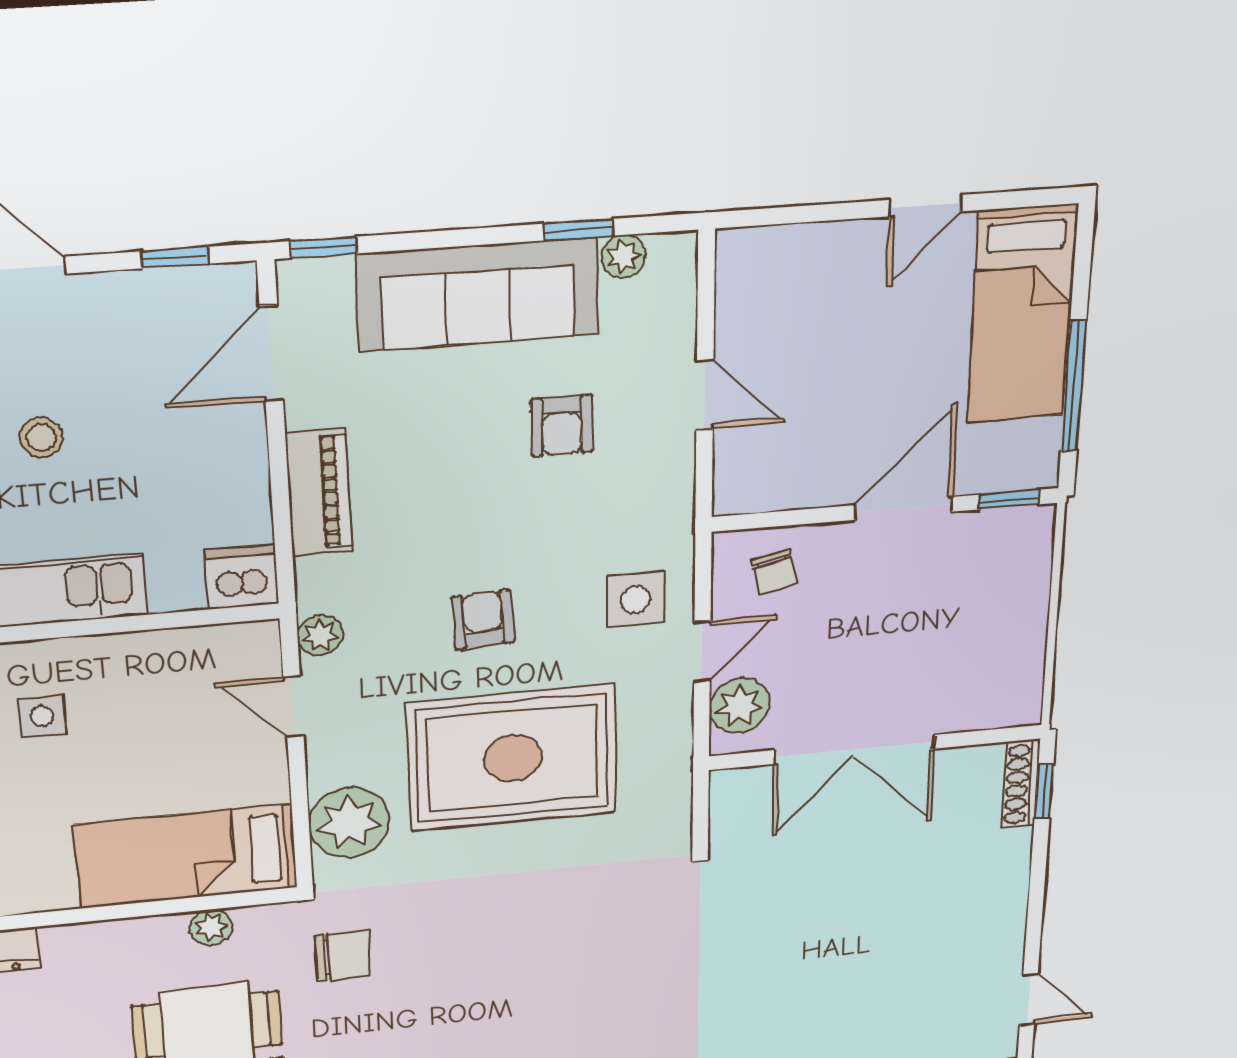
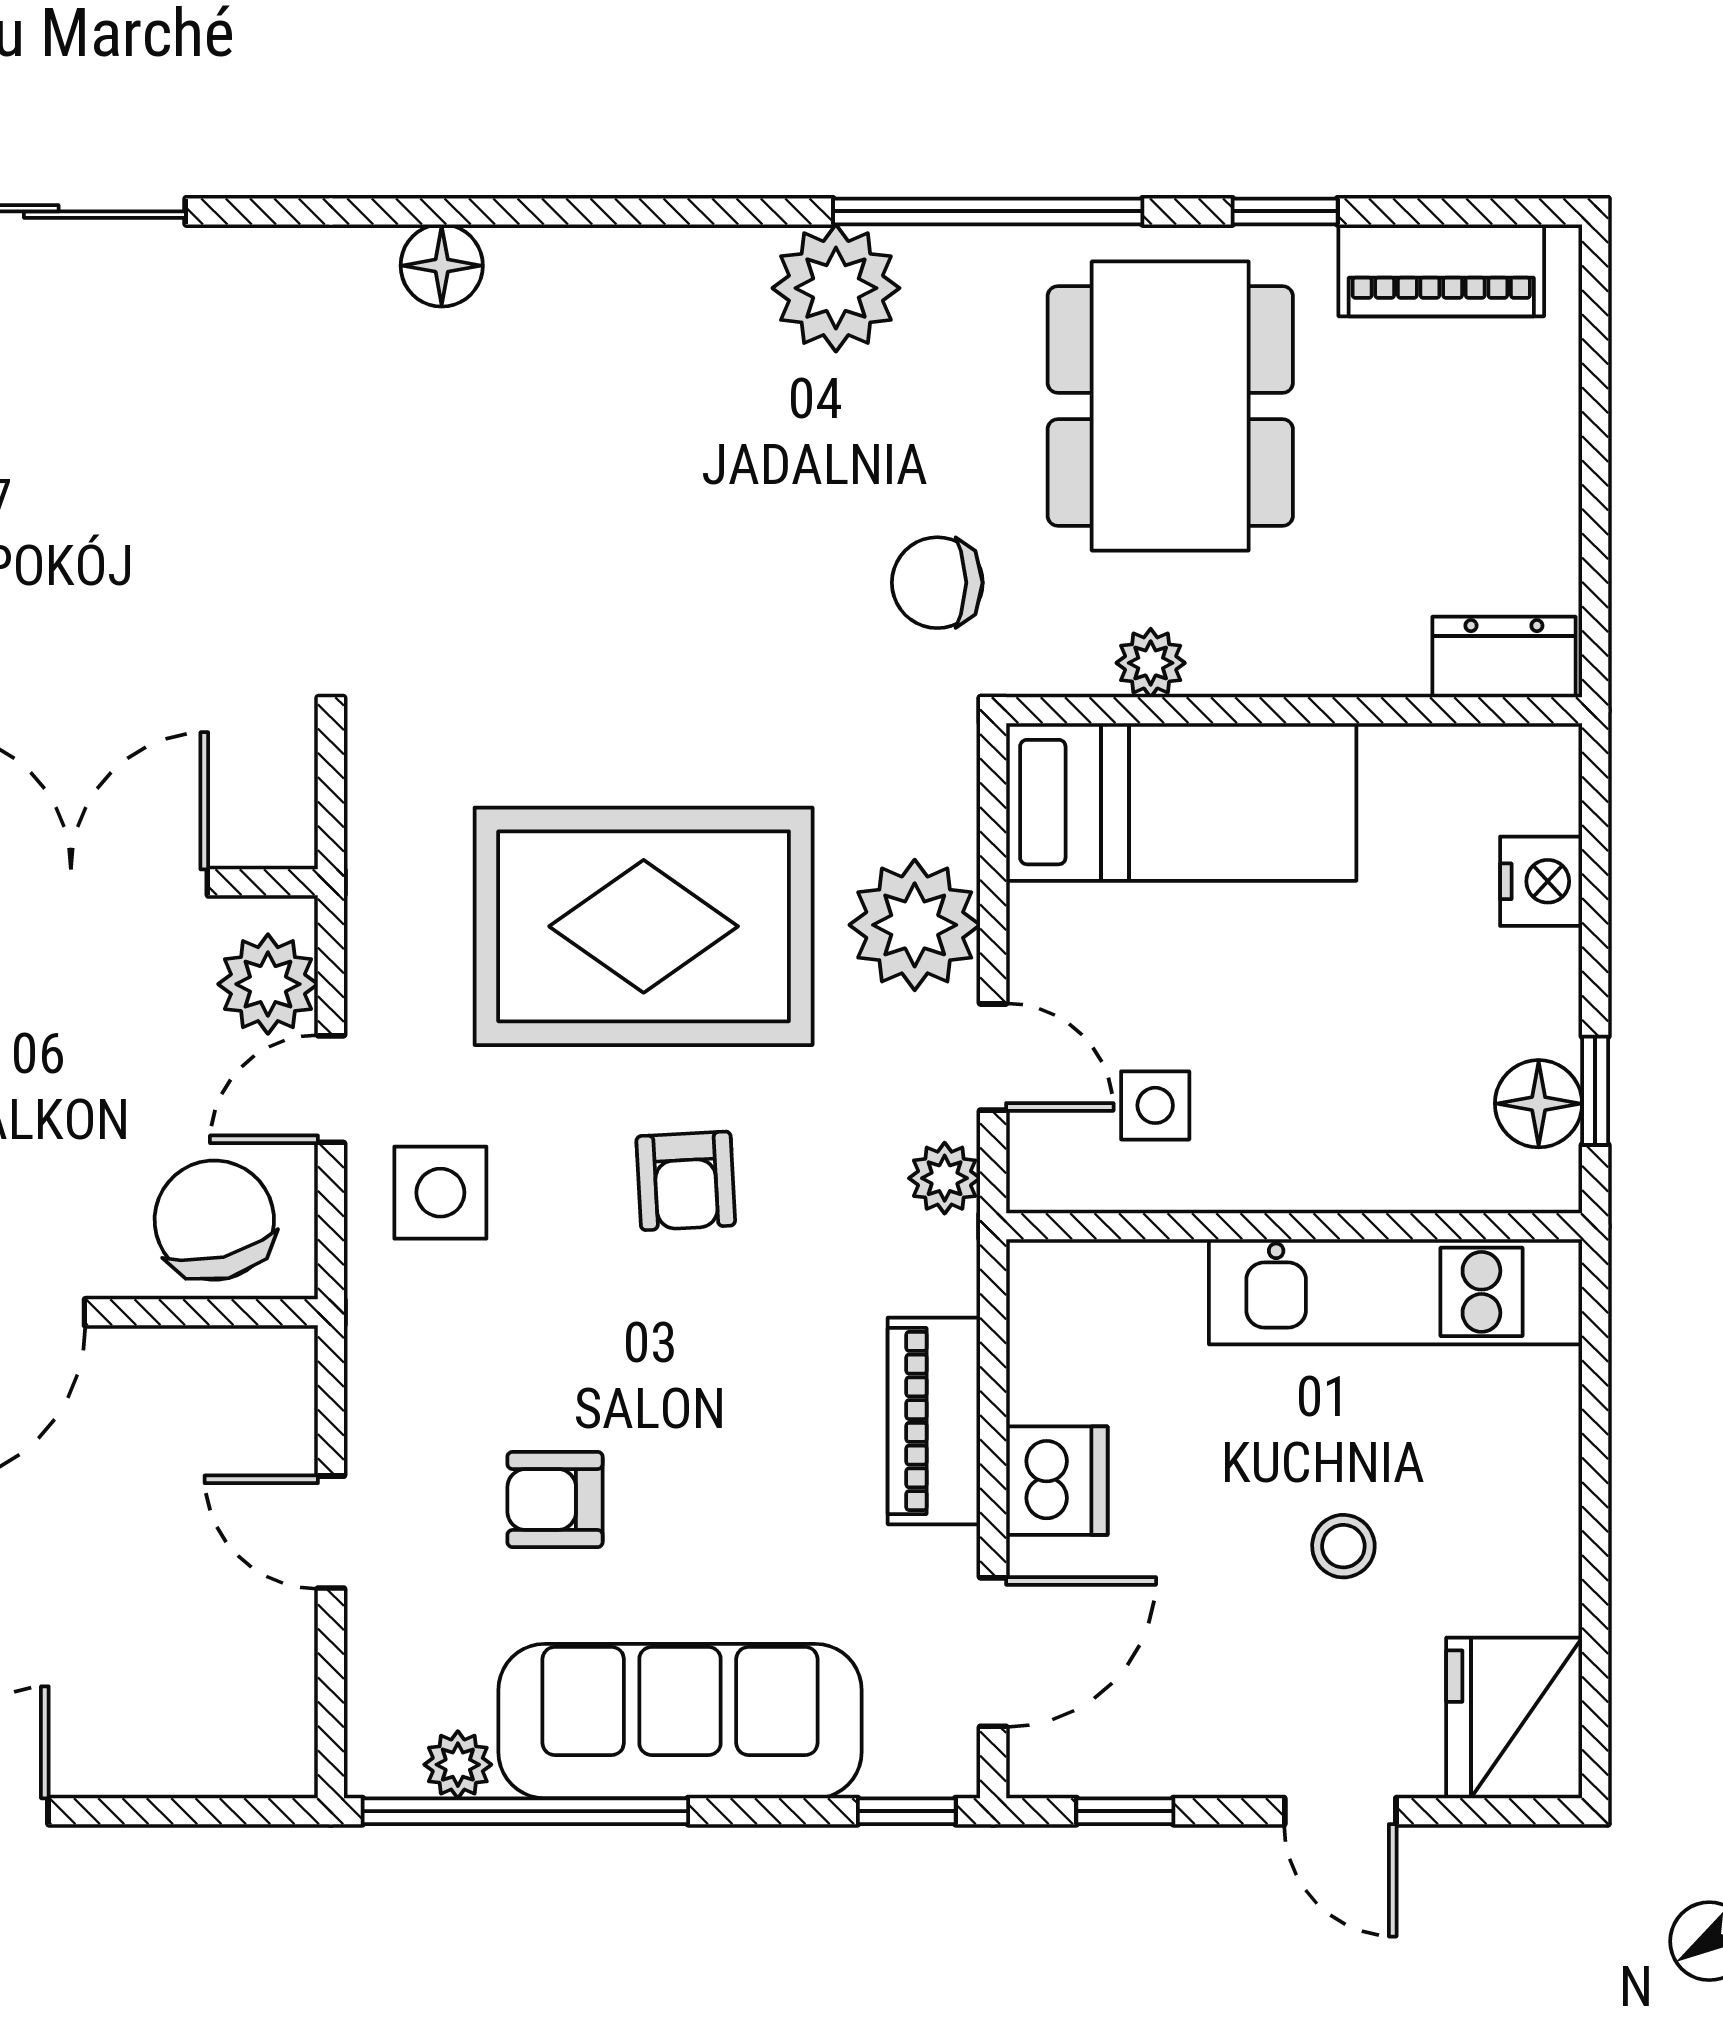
window: (579, 230) -> (525, 1811), width x3.17
armchair: (562, 426) -> (555, 1499), turned -90
chair: (774, 572) -> (214, 1220), width x1.87, depth x1.87
dishwasher: (242, 577) -> (1057, 1481), moved, turned -90
side table: (42, 716) -> (1155, 1105), moved
plant: (349, 822) -> (915, 925), moved

